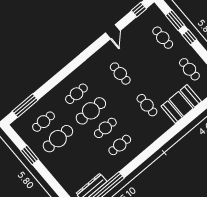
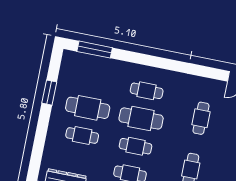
cafe table: (43, 122) -> (82, 135), moved

